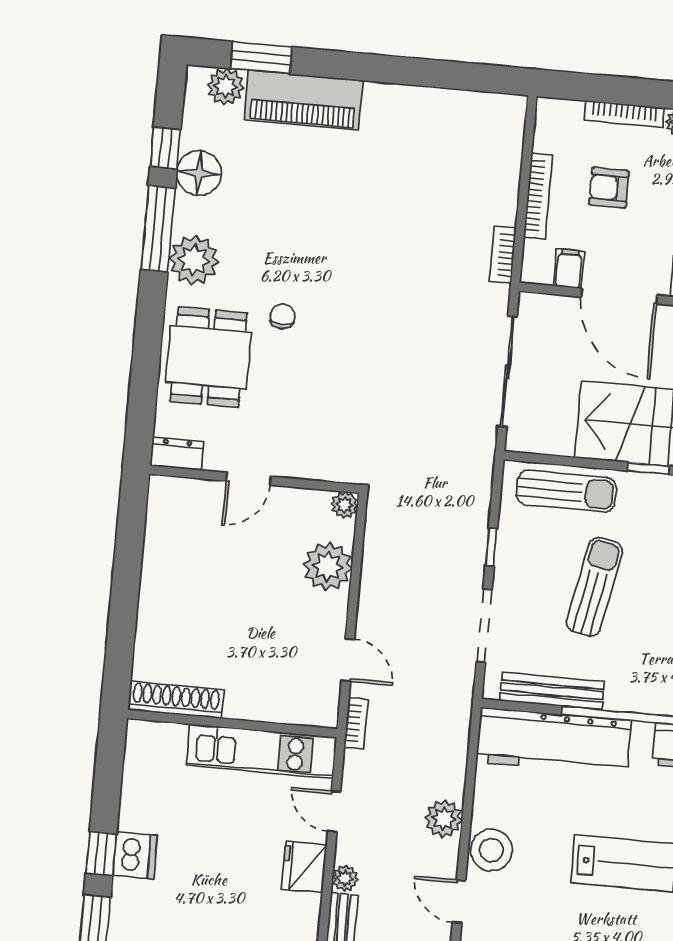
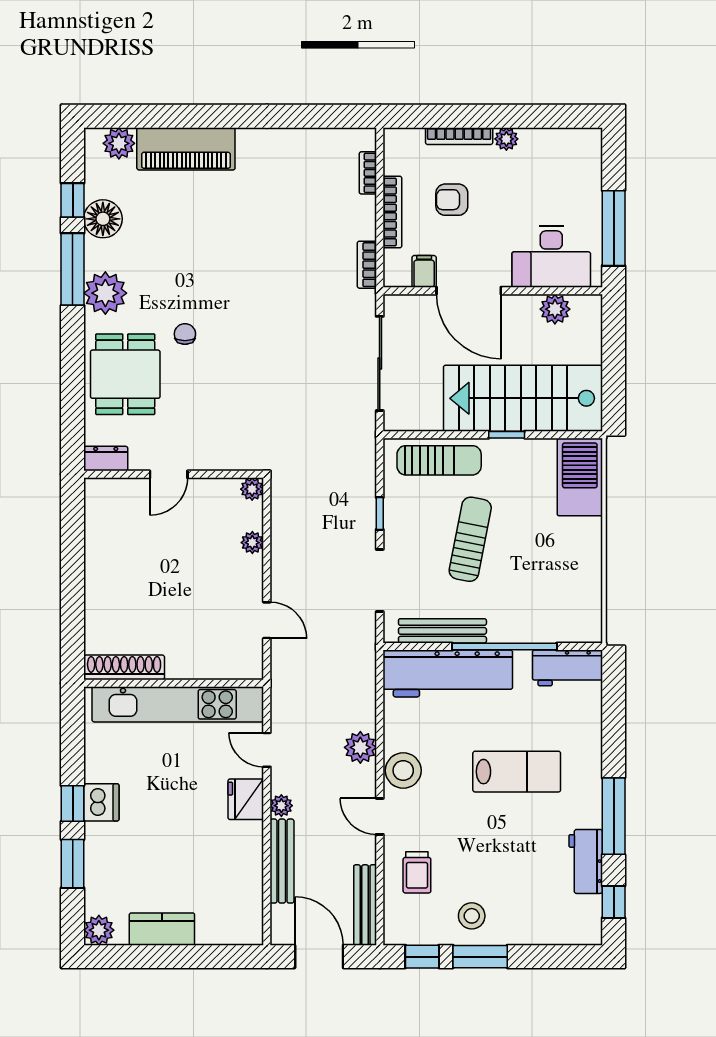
window: (261, 58) -> (147, 116), removed
plant: (328, 566) -> (252, 543), width x0.53, depth x0.53
bookcase: (356, 724) -> (368, 173), moved, turned 180
kitchen unit: (261, 751) -> (178, 704), width x1.36

